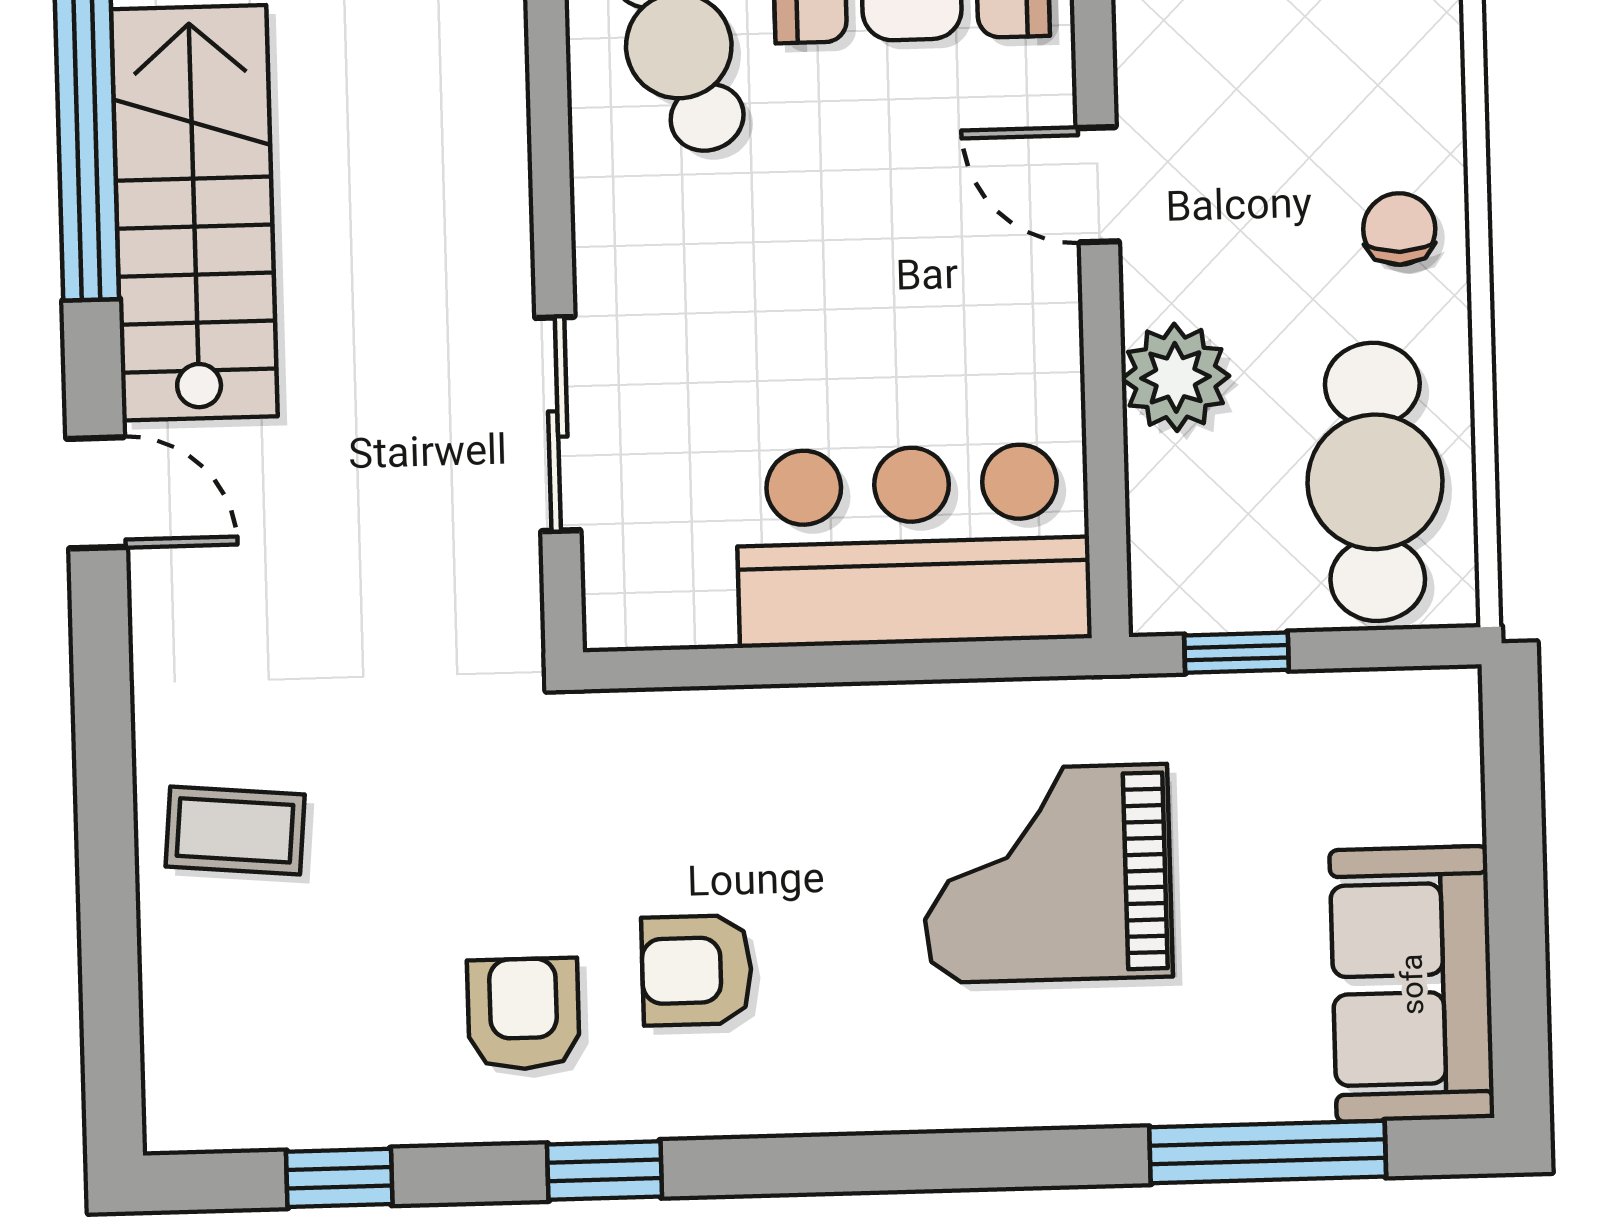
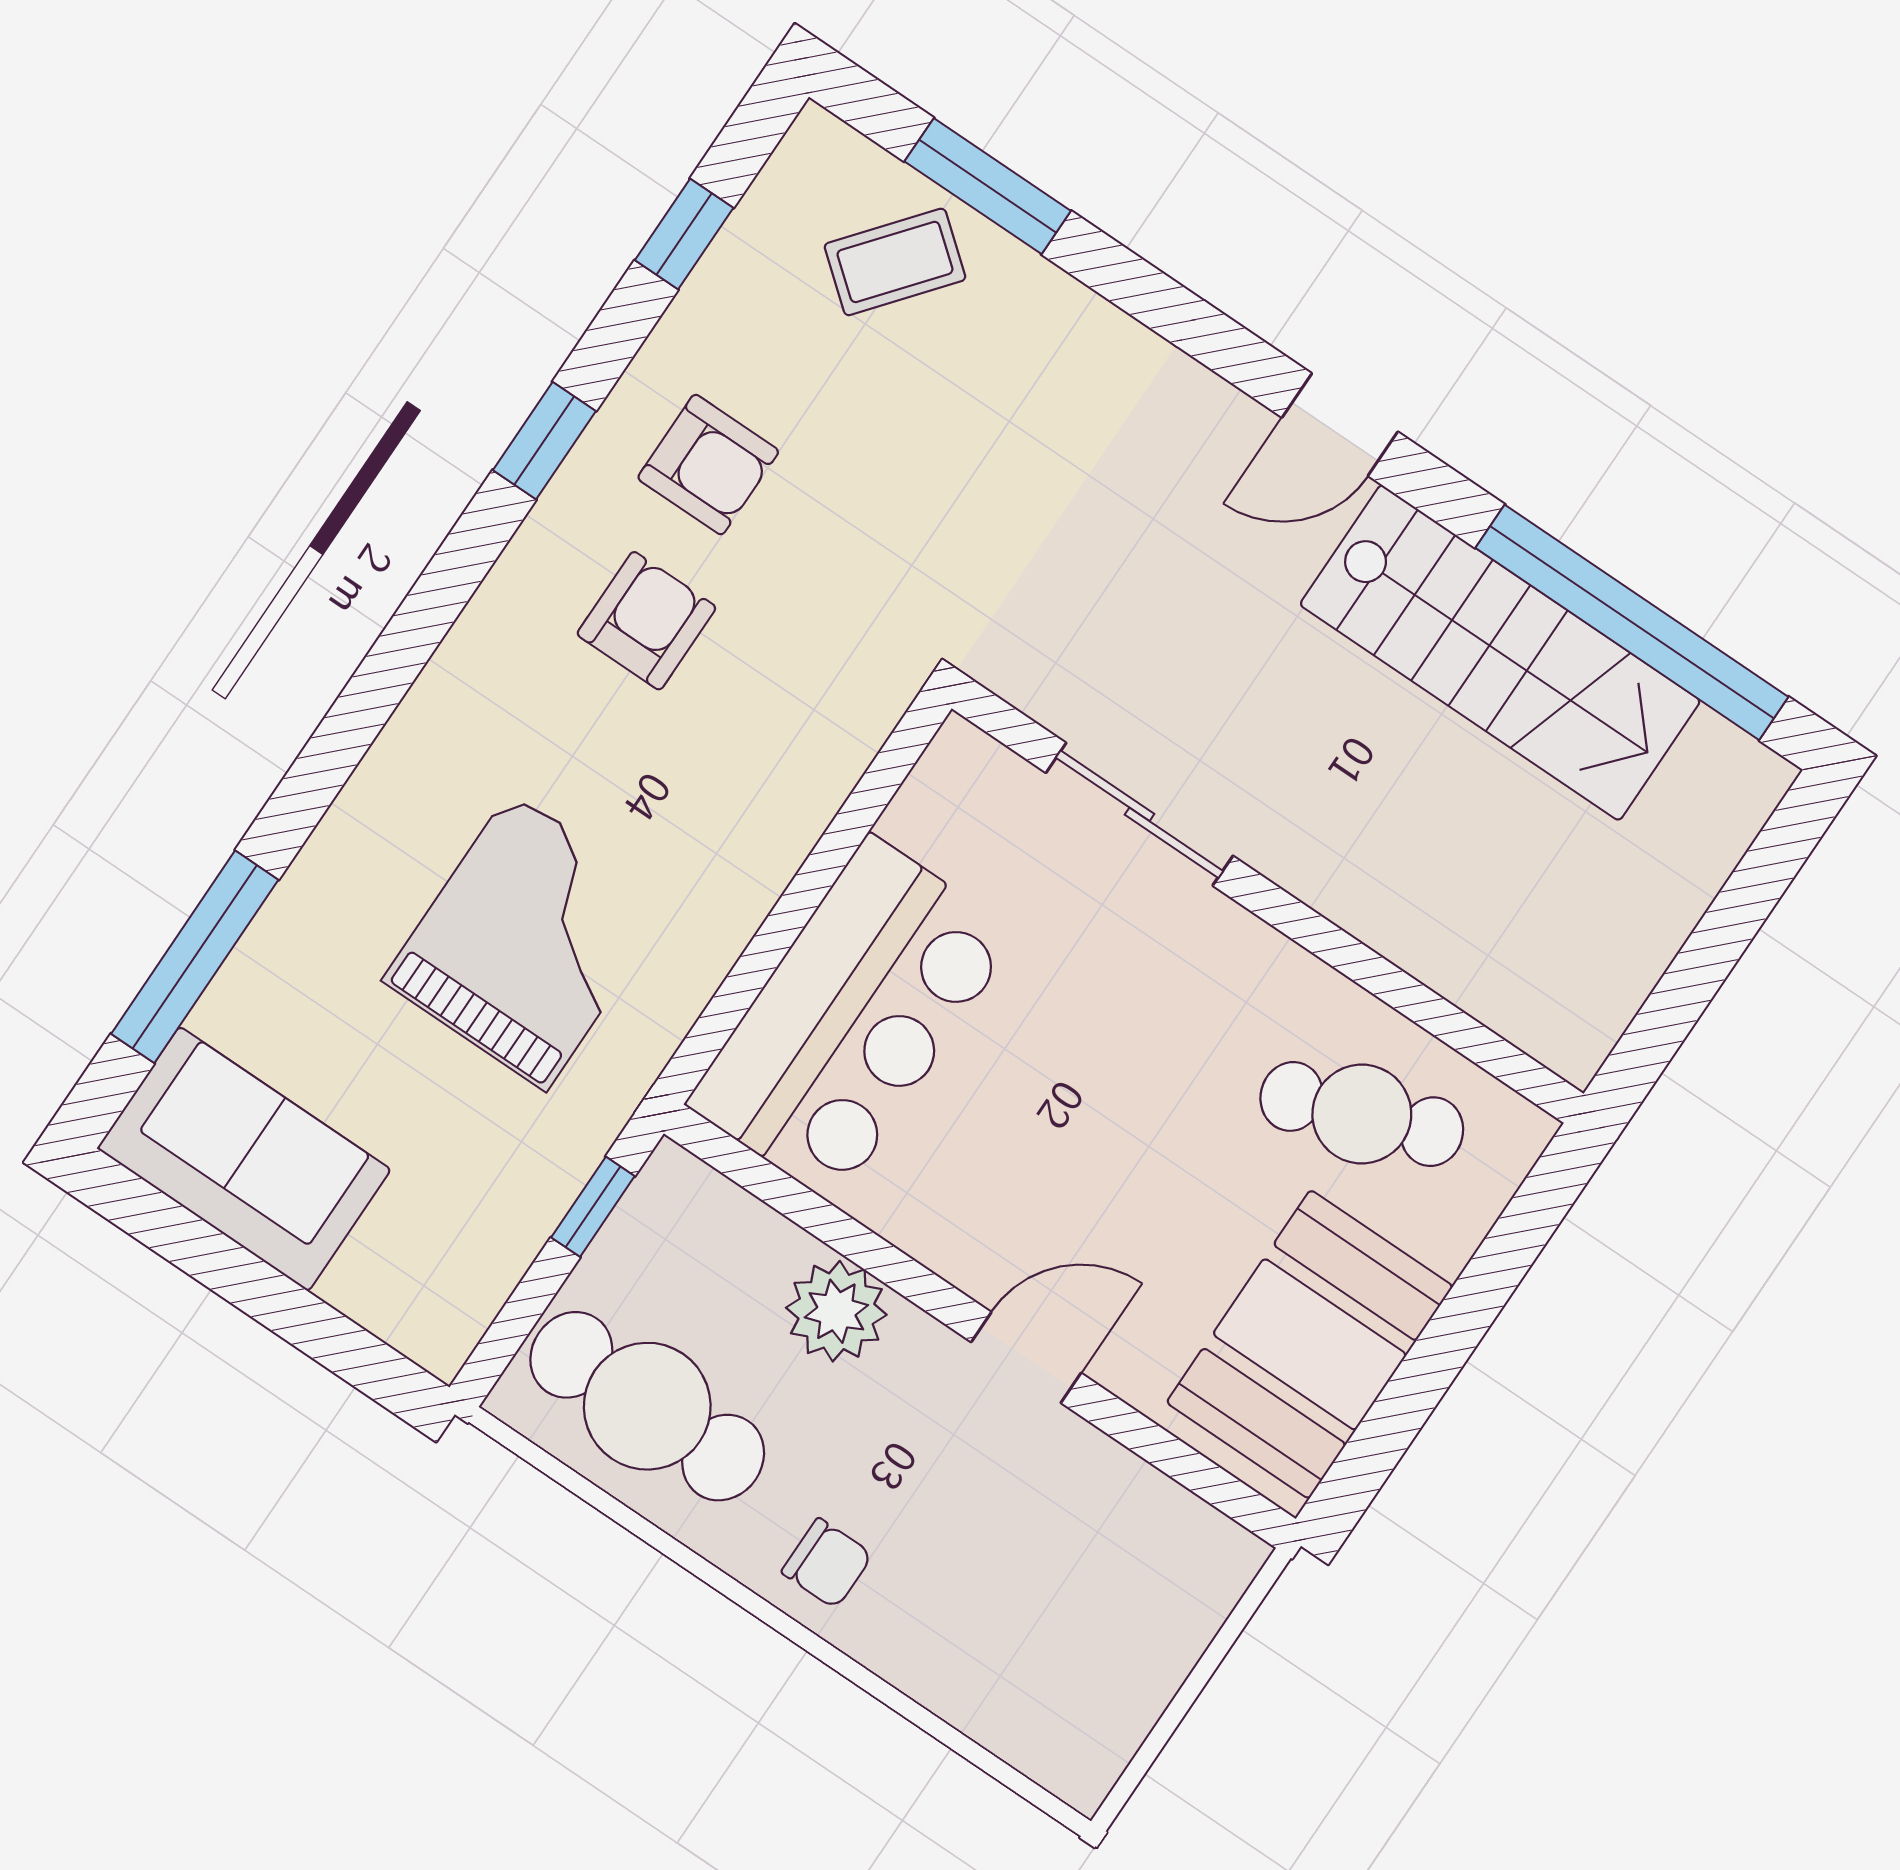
coffee table: (235, 830) -> (895, 262), moved, turned 34
window: (109, 945) -> (988, 186), added

